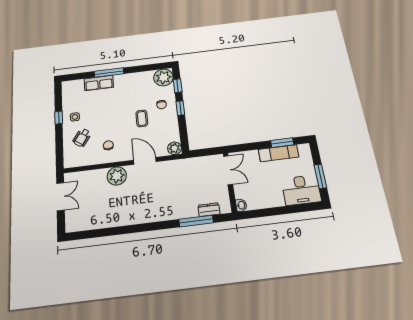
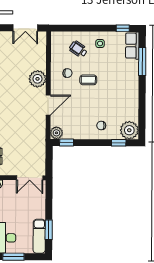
window: (109, 73) -> (142, 62), moved
row of seats: (99, 83) -> (132, 46), moved
window: (180, 108) -> (67, 142), moved
window: (59, 118) -> (123, 28), moved
coffee table: (142, 118) -> (88, 80), moved
exam couch: (279, 153) -> (39, 236), moved

